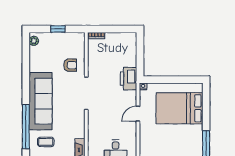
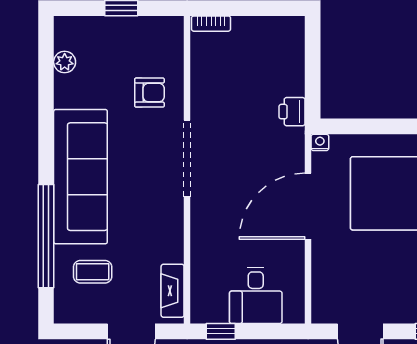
plant: (34, 41) -> (65, 62), moved
printer: (128, 79) -> (292, 112), width x0.53, depth x0.68
door: (138, 114) -> (308, 206), width x1.88

